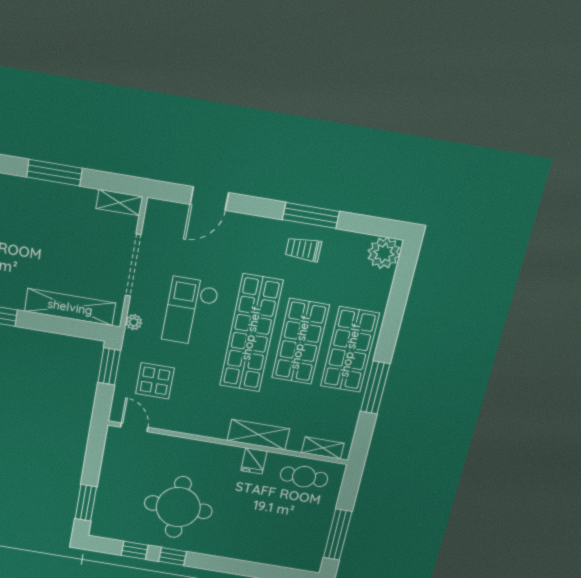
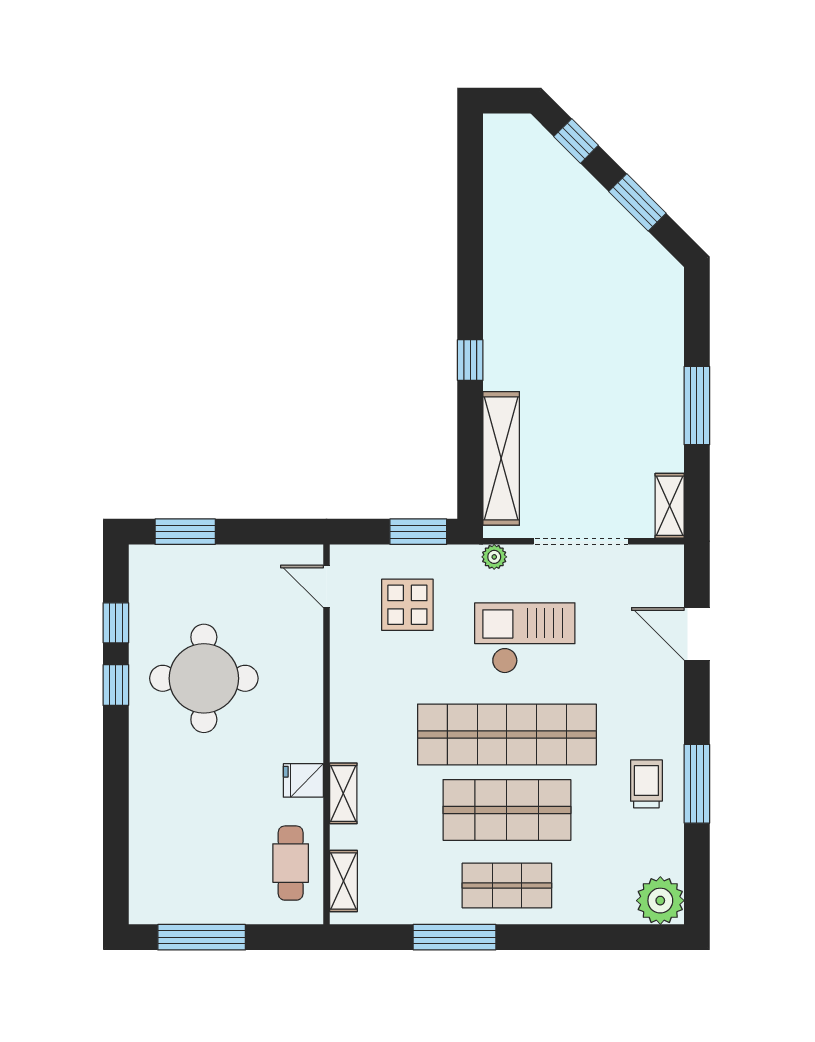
shop shelf: (350, 350) -> (507, 885), width x0.70, depth x0.74
door: (134, 427) -> (327, 586), swing flipped
shelving: (258, 435) -> (343, 793), width x0.67, depth x0.75

